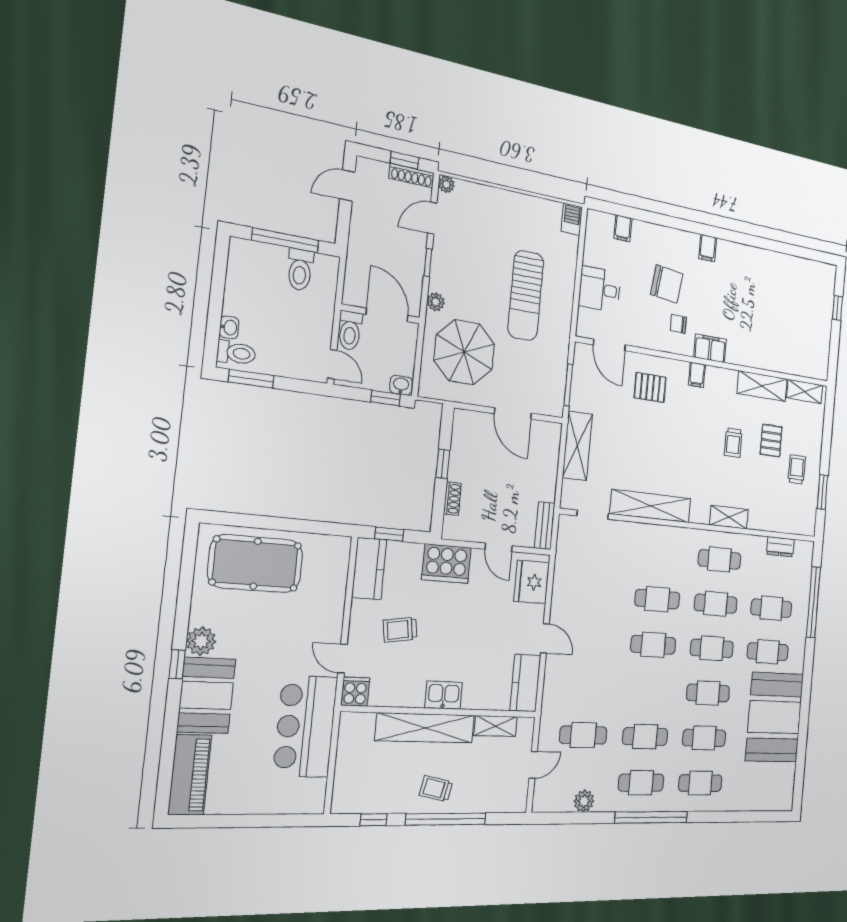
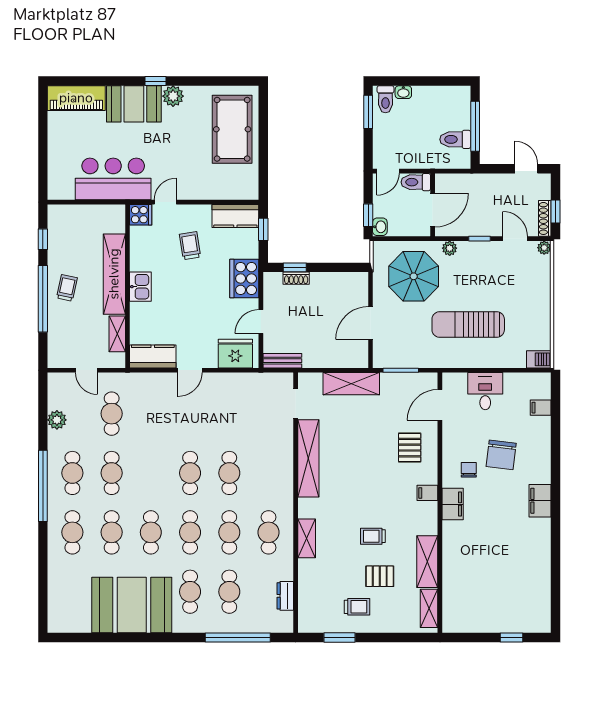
filing cabinet: (708, 248) -> (540, 501), width x2.00
window: (443, 464) -> (295, 267), moved

